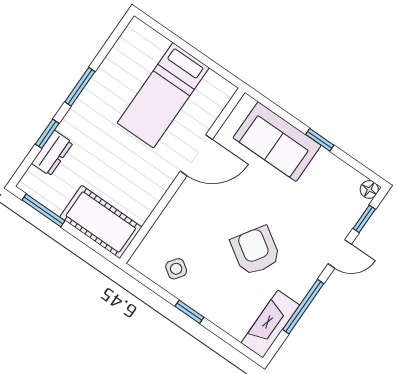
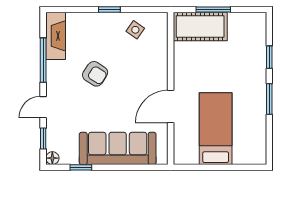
window: (320, 140) -> (81, 167), moved
sofa: (277, 142) -> (118, 148), width x1.36
dresser: (52, 153) -> (258, 48), removed
window: (43, 210) -> (213, 9), moved
armchair: (256, 251) -> (95, 74), width x0.72, depth x0.72

